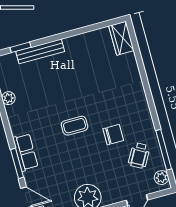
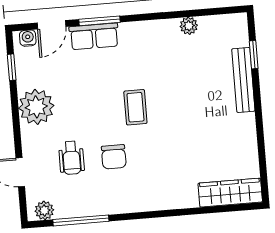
wardrobe: (121, 38) -> (230, 193), width x1.50
row of seats: (25, 152) -> (94, 36), moved
wheelchair: (139, 155) -> (71, 158), moved, turned -119

